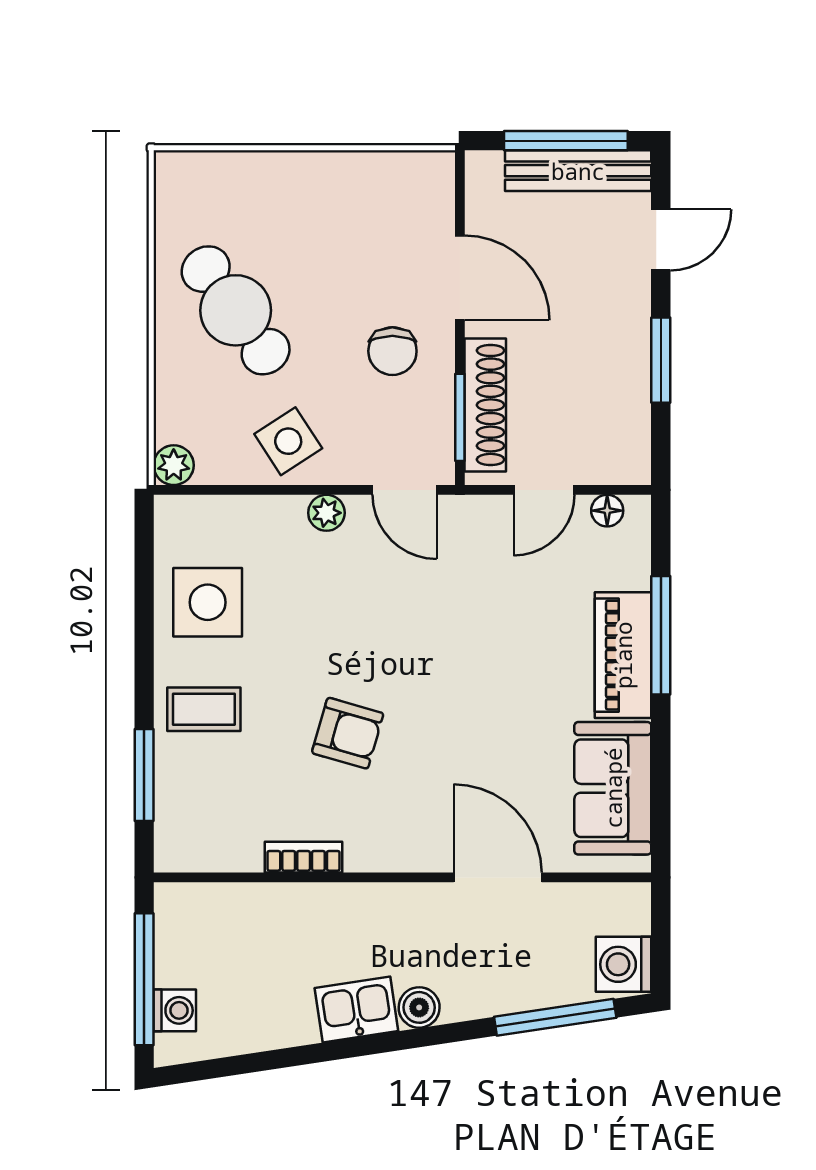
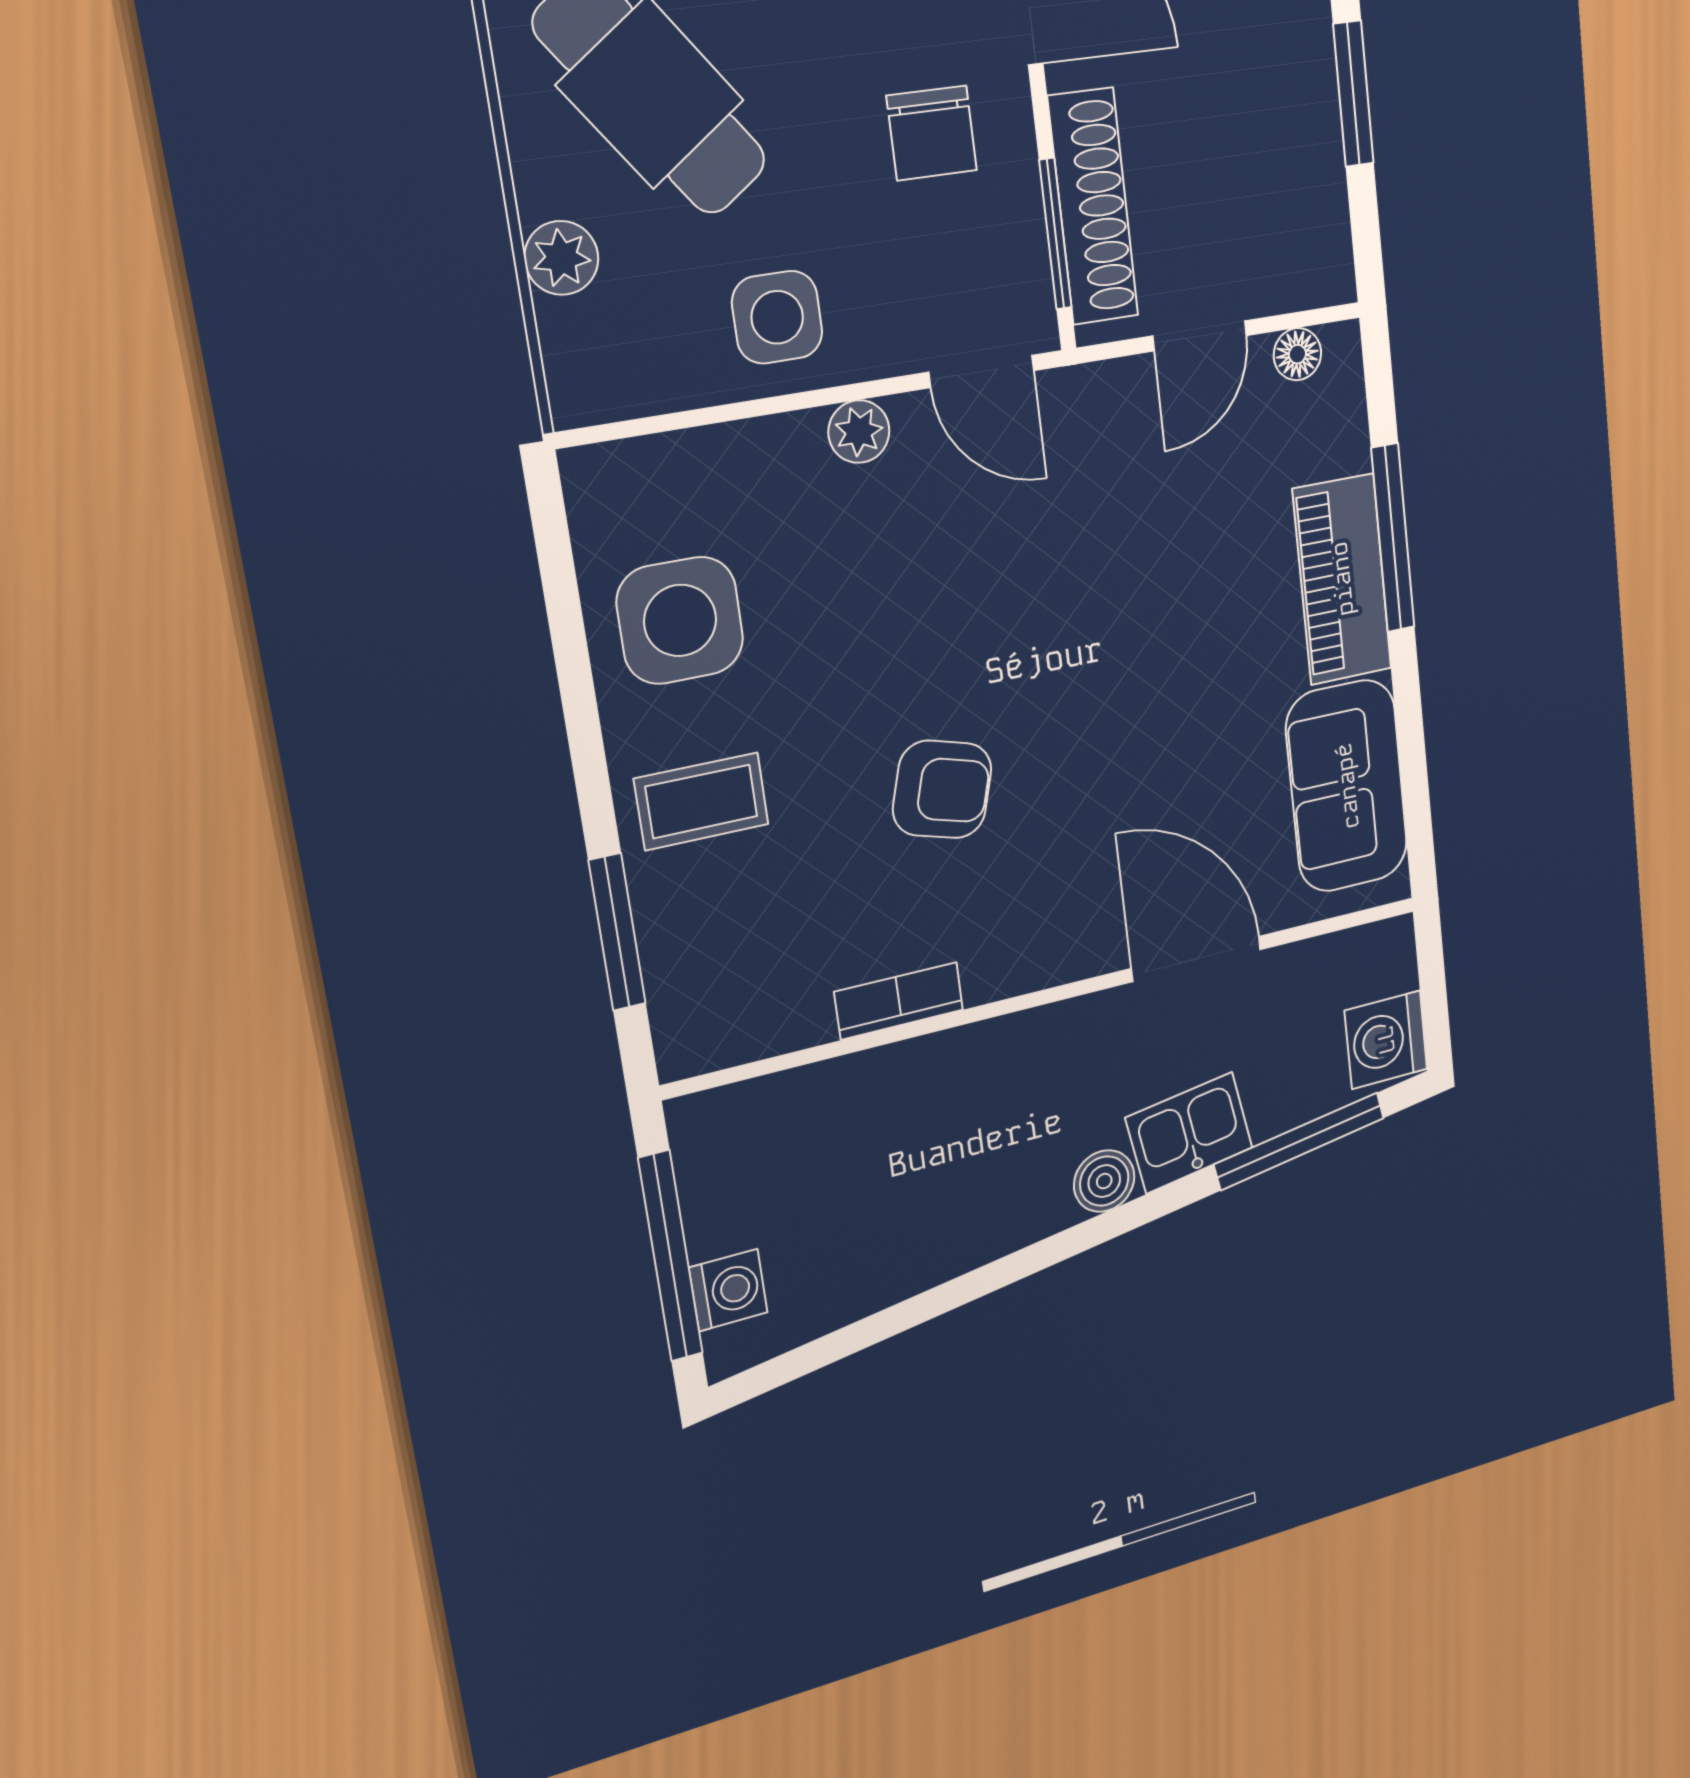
side table: (288, 441) -> (777, 317), turned 33
plant: (174, 465) -> (561, 258), moved
kitchen sink: (356, 1010) -> (1189, 1133), moved

